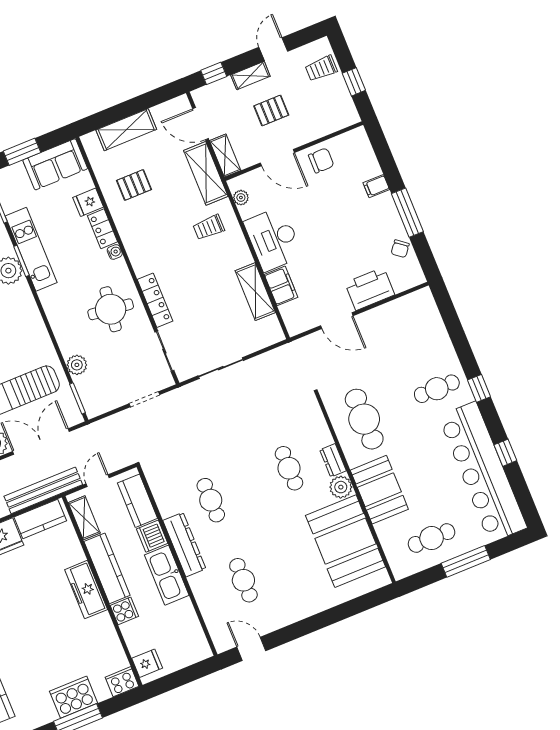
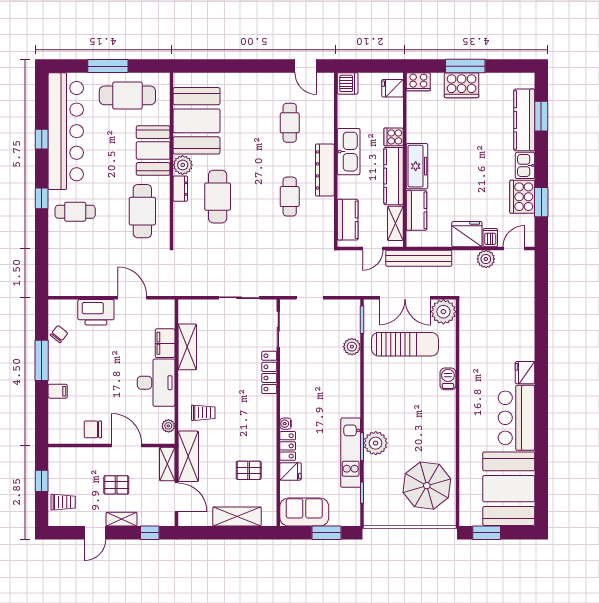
round table: (111, 309) -> (307, 380), removed
cafe table: (289, 468) -> (218, 197), width x1.37, depth x1.35
kitchen counter: (40, 519) -> (417, 210), moved, turned 90
dishwasher: (152, 536) -> (348, 83), moved
cafe table: (432, 538) -> (127, 95), width x1.37, depth x1.35

